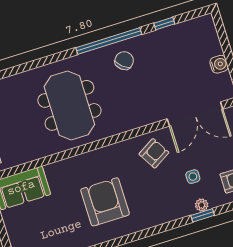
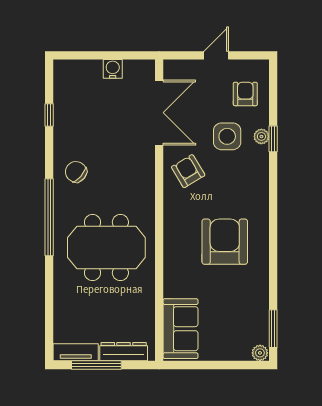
window: (109, 41) -> (49, 217), moved
side table: (193, 177) -> (227, 136), width x1.87, depth x1.87
armchair: (105, 202) -> (225, 242), turned 90

